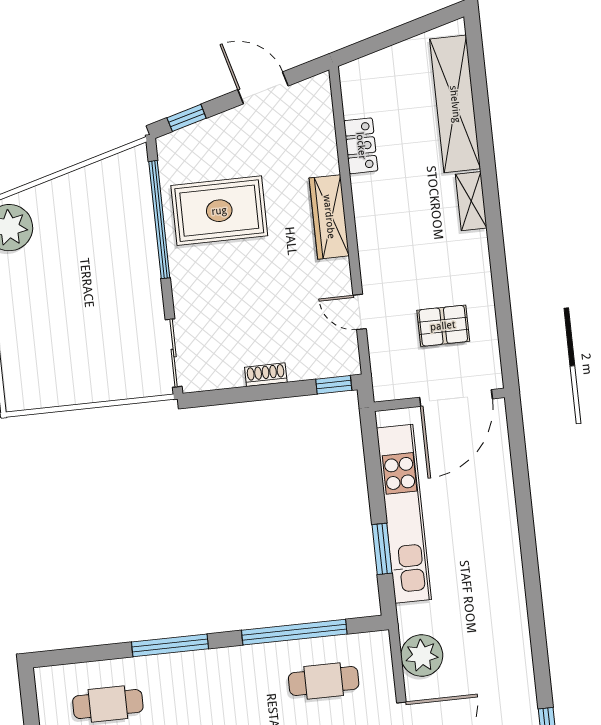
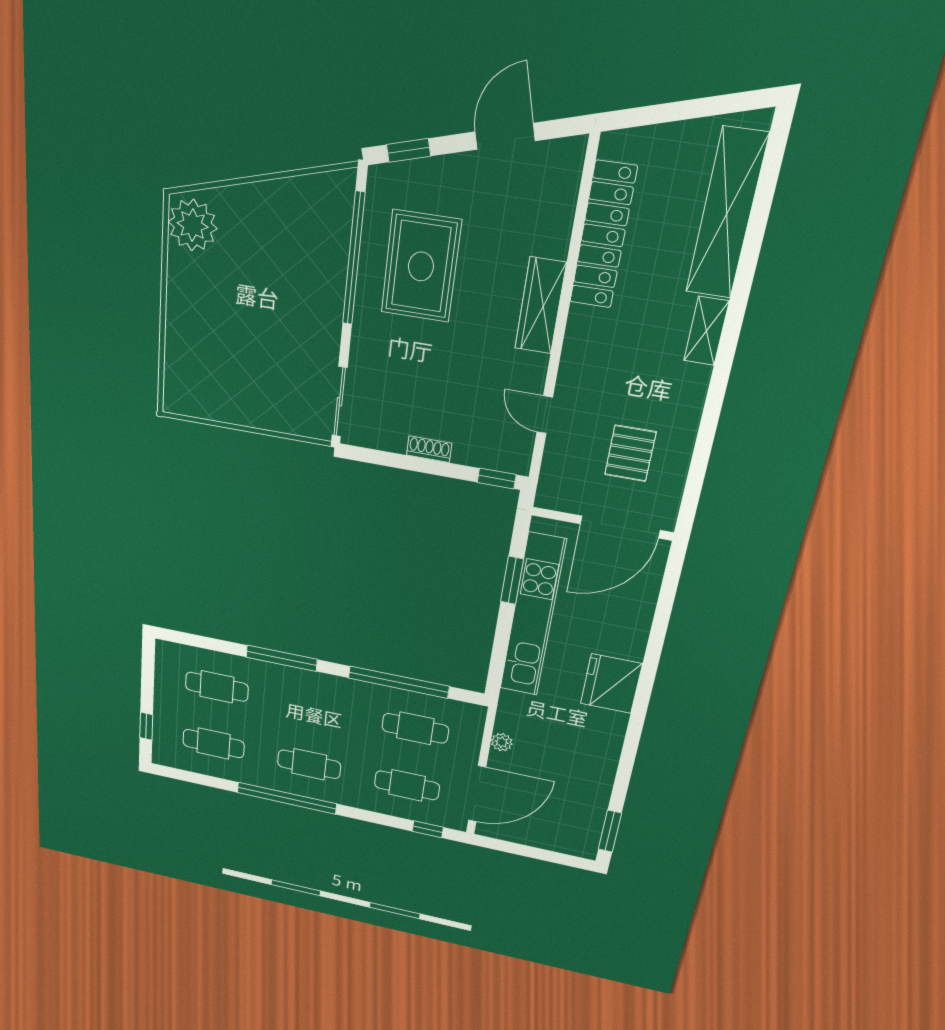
door: (263, 88) -> (505, 136), hinge flipped
locker: (361, 146) -> (603, 235), width x2.16, depth x1.21
rug: (219, 211) -> (421, 266), turned 90
pallet: (443, 326) -> (630, 453), turned 90
window: (382, 549) -> (512, 580), moved
fridge: (498, 562) -> (611, 684), added
plant: (422, 655) -> (502, 742), width x0.53, depth x0.53

